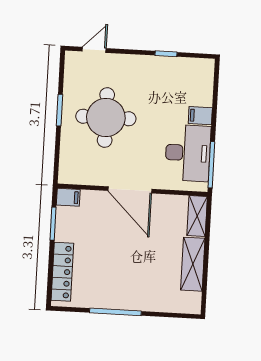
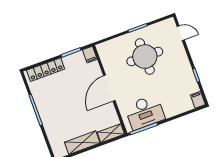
filing cabinet: (200, 116) -> (198, 100), moved

